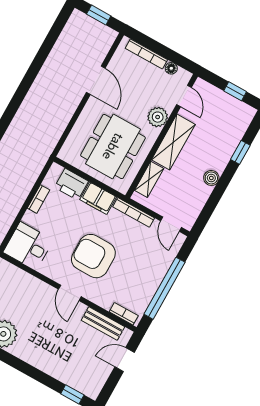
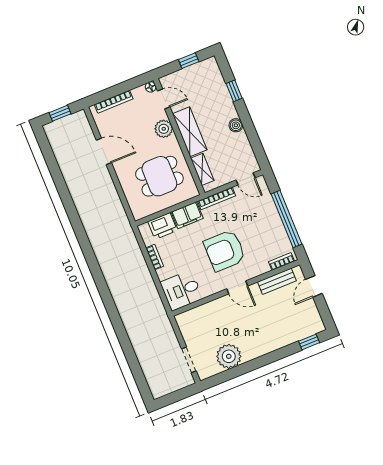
floor lamp: (171, 68) -> (151, 87), moved
dining table: (113, 147) -> (159, 176), width x0.73

